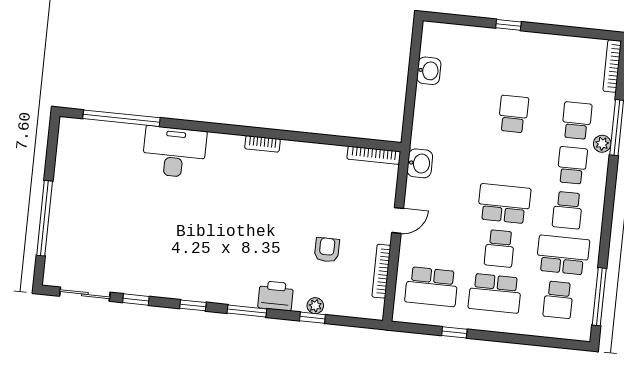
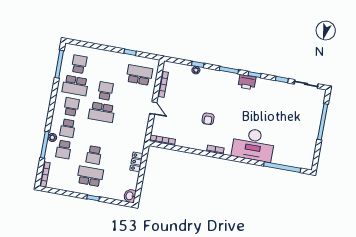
washbasin: (429, 71) -> (130, 196), moved
locker: (424, 106) -> (136, 162), added
desk: (174, 152) -> (253, 145), width x1.36, depth x1.30
washbasin: (420, 163) -> (141, 135), removed
door: (398, 220) -> (153, 108), swing flipped
armchair: (327, 250) -> (208, 119), moved
school desk: (495, 293) -> (90, 176), moved
printer: (276, 296) -> (247, 82), moved

